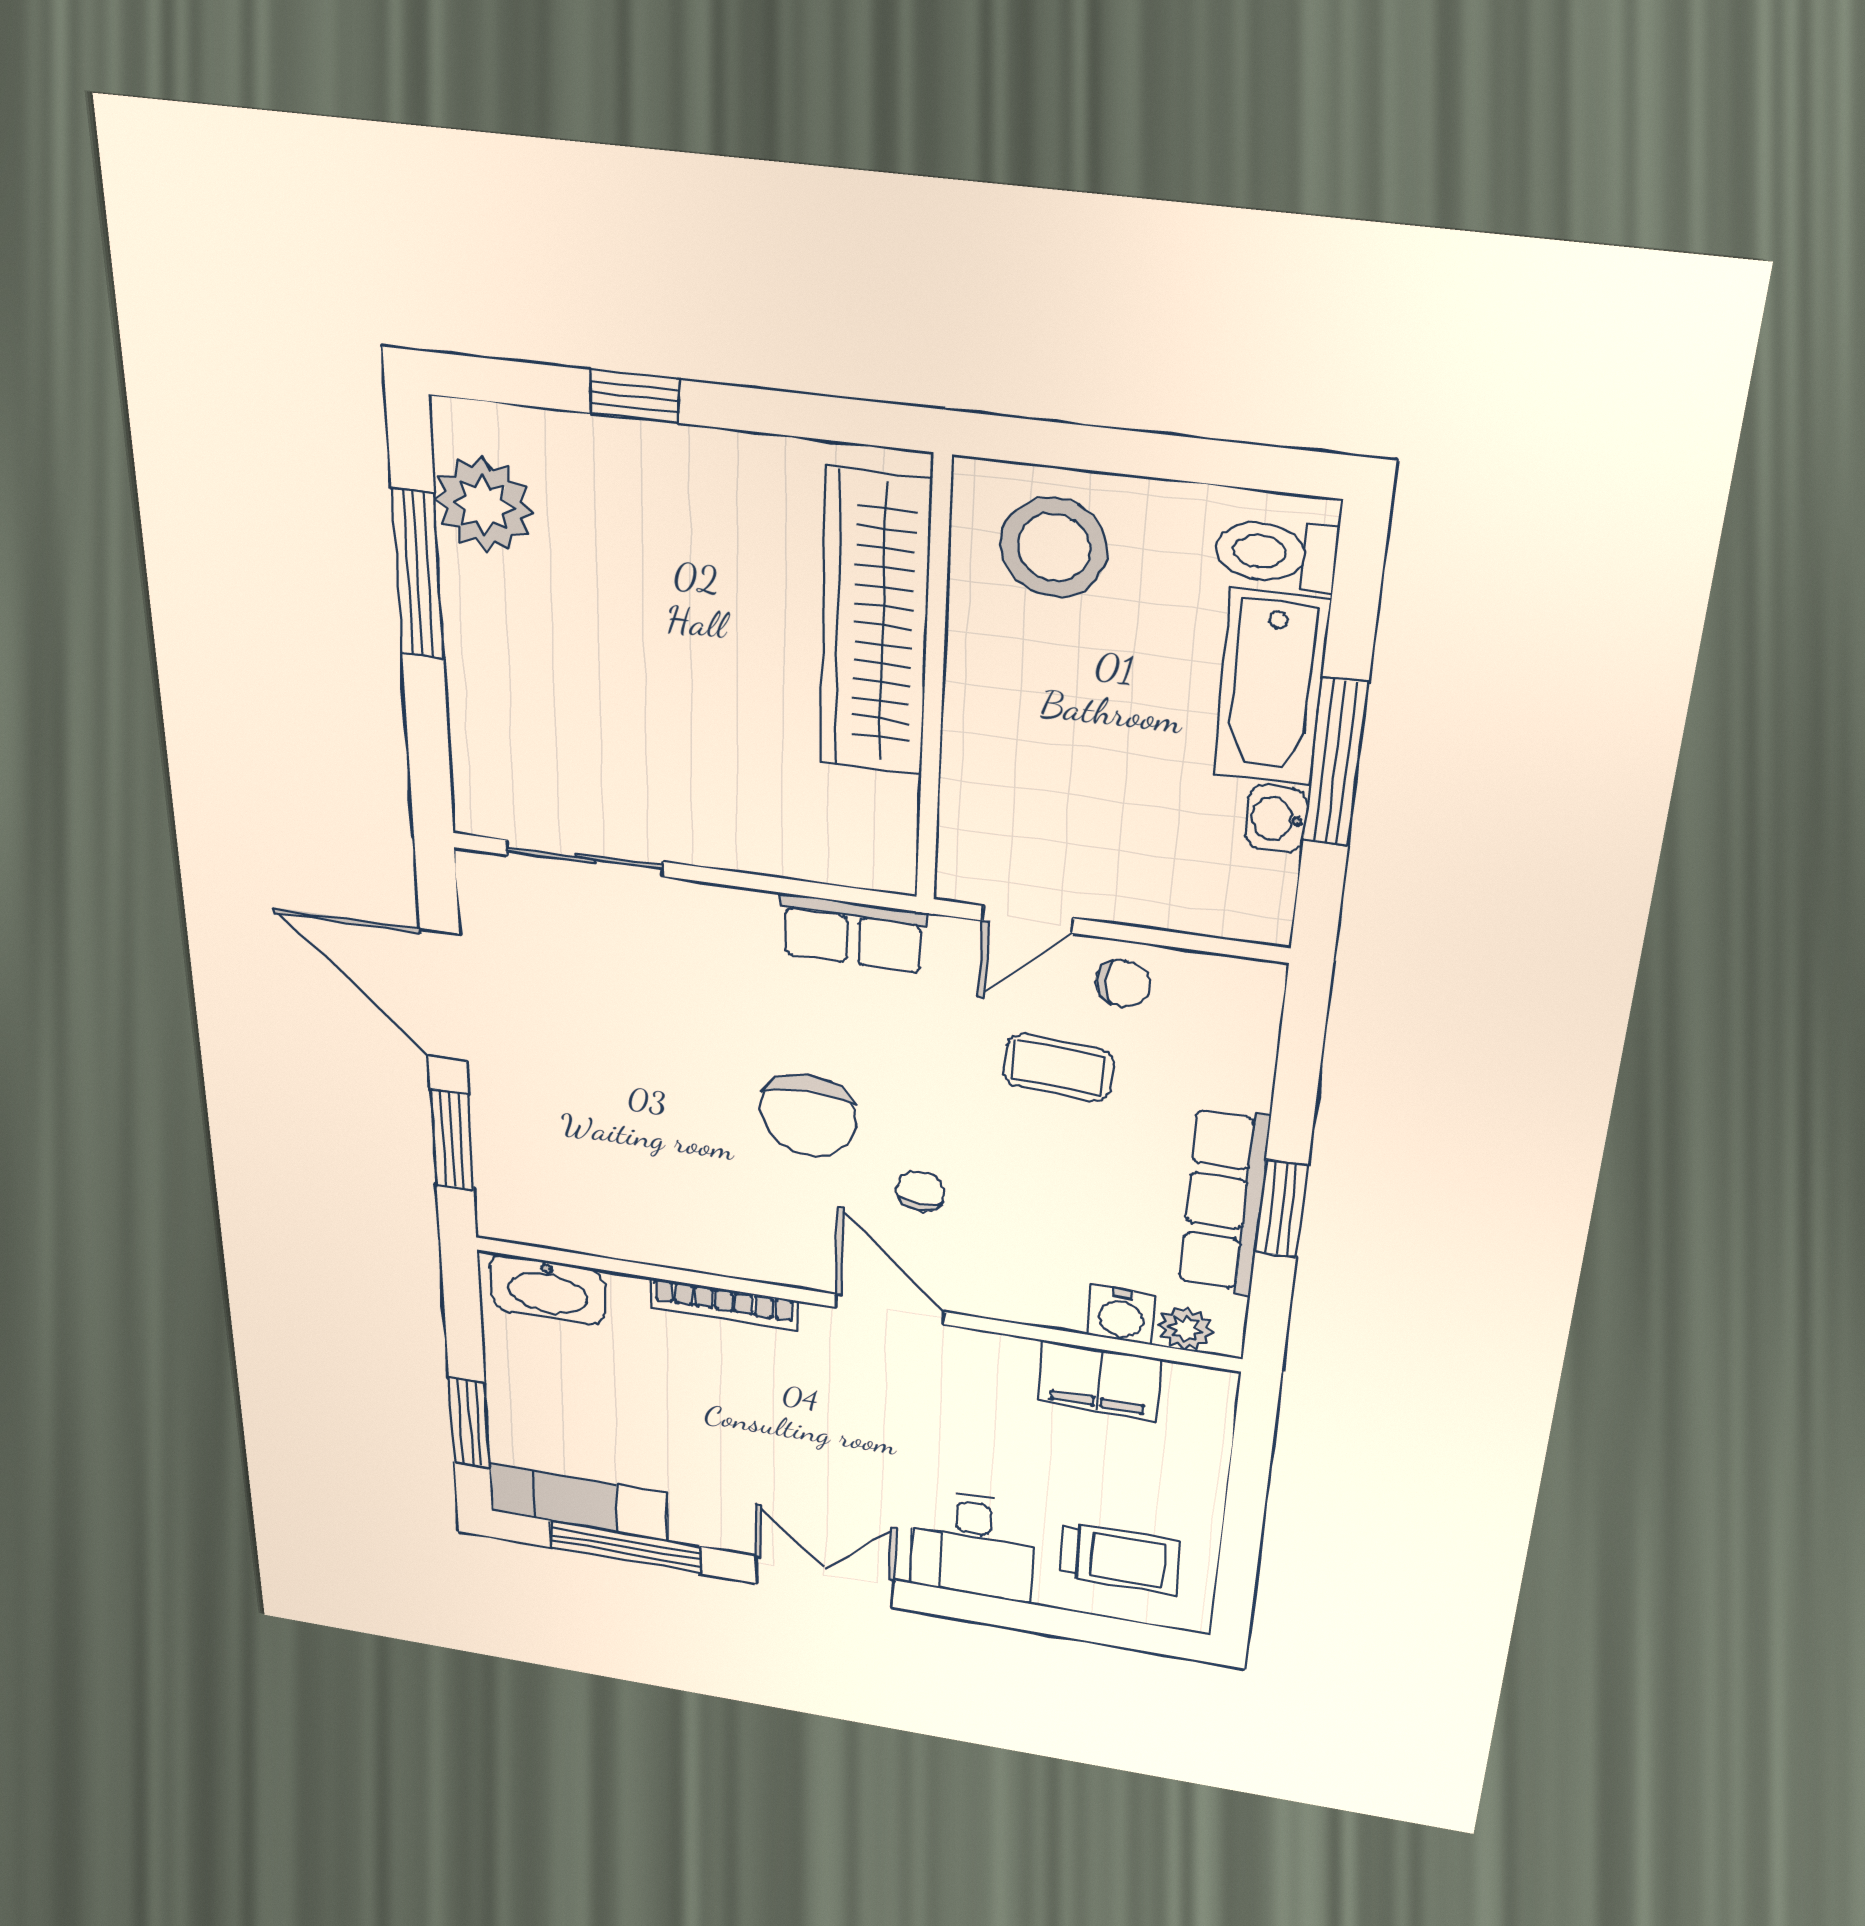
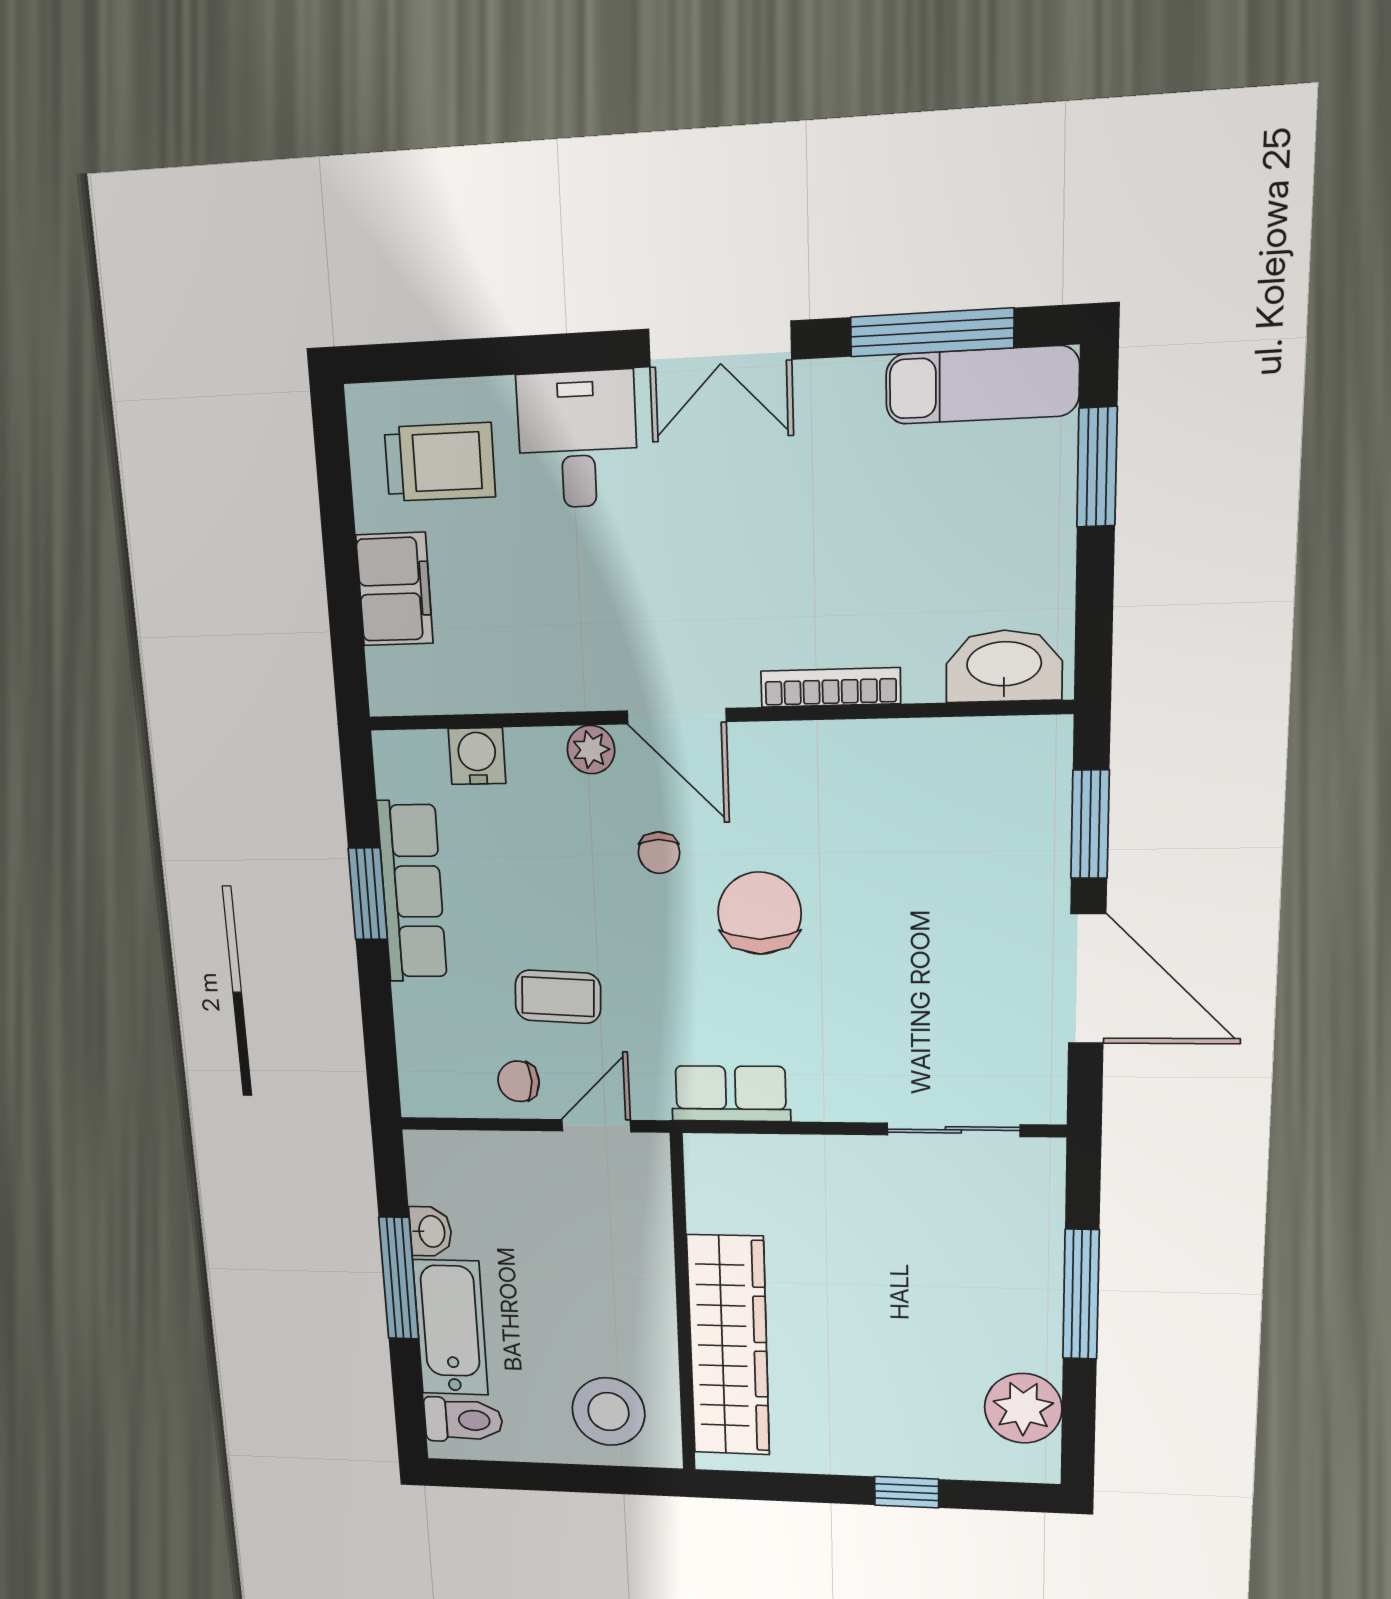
window: (418, 574) -> (1081, 1294), moved
plant: (1185, 1329) -> (591, 750), moved
filing cabinet: (1099, 1380) -> (394, 589), moved, turned 90
trolley: (1120, 1559) -> (440, 462), turned 180

